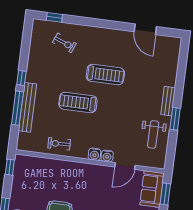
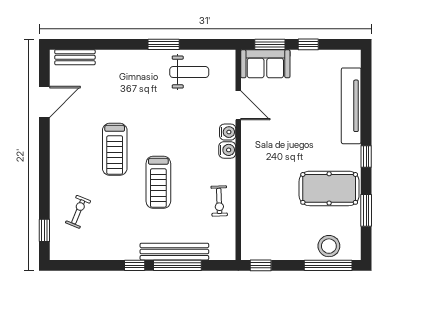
treadmill: (105, 75) -> (115, 149), turned 180
bench: (168, 101) -> (75, 57), moved

